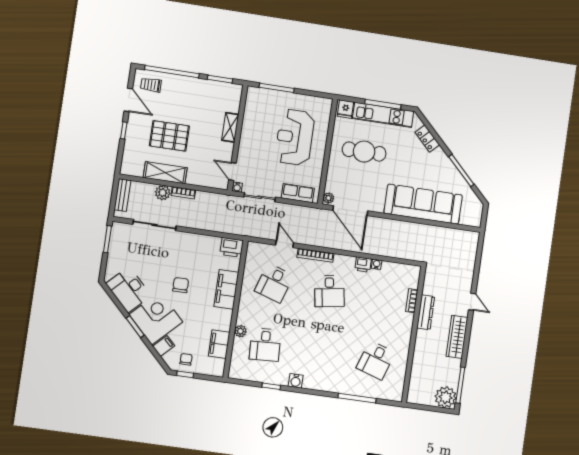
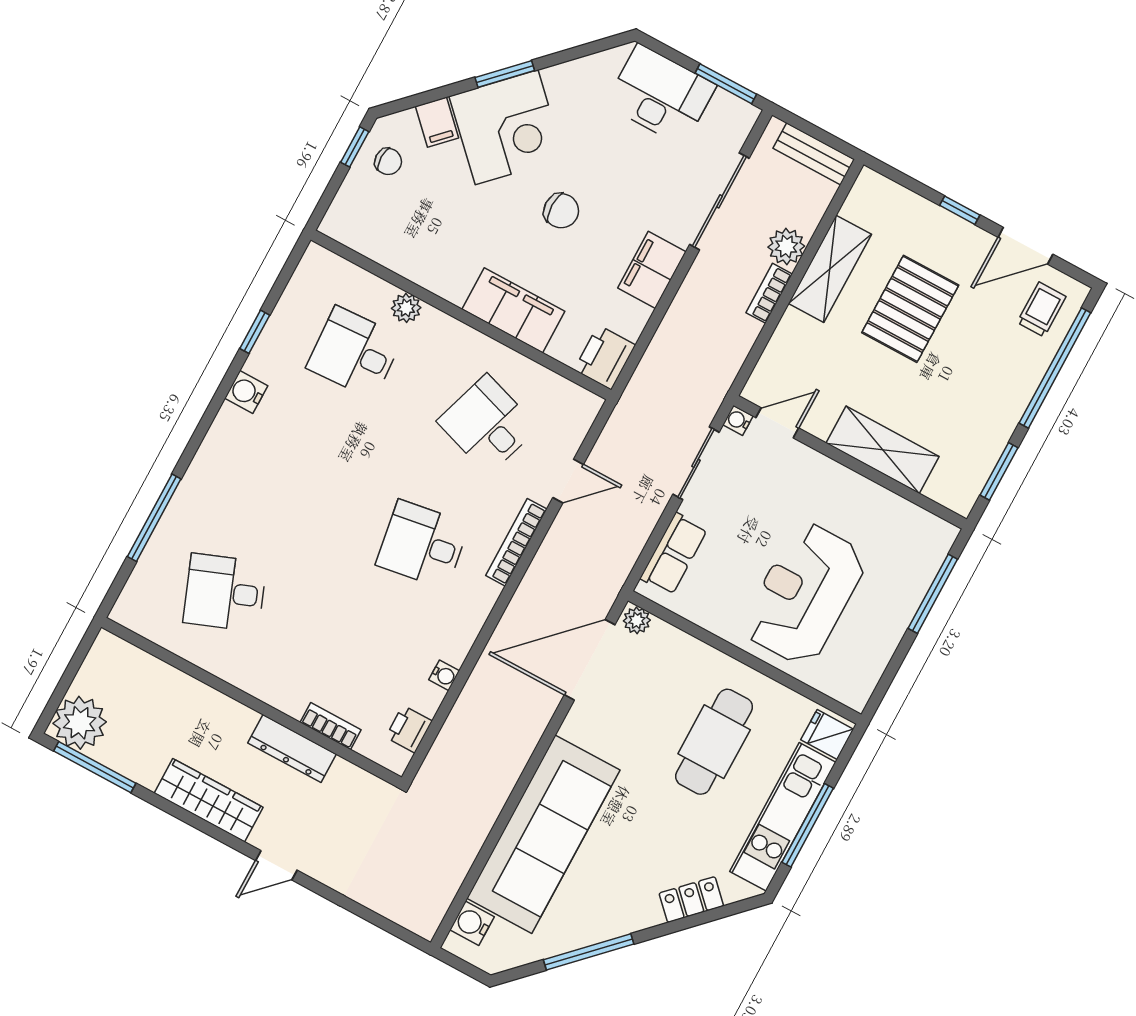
shelving: (230, 127) -> (883, 450), width x1.50, depth x1.33
reception desk: (295, 137) -> (804, 594), turned -90
water cooler: (467, 219) -> (472, 923), added
printer: (363, 265) -> (409, 729), moved
desk: (129, 290) -> (661, 95), moved, turned 45
filing cabinet: (219, 344) -> (652, 270), moved, turned -90
desk: (376, 360) -> (225, 593), turned -39

